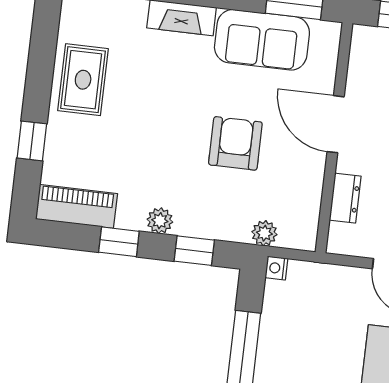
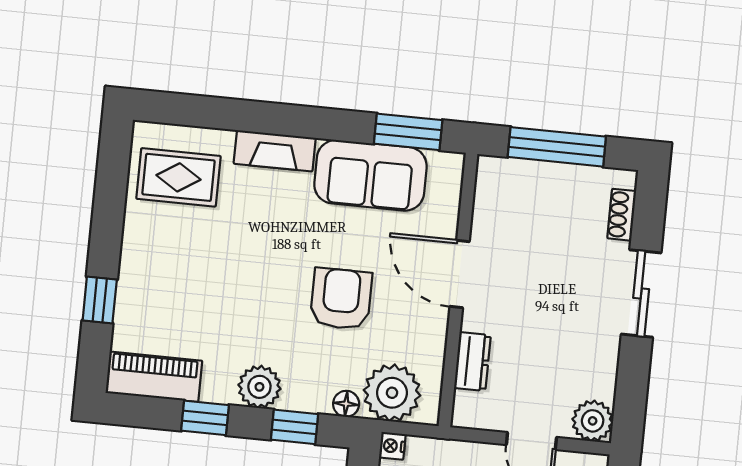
rug: (83, 80) -> (178, 177), moved, turned 90
plant: (160, 221) -> (259, 387), width x1.38, depth x1.38
floor lamp: (238, 232) -> (346, 404), added
plant: (264, 233) -> (392, 393), width x1.87, depth x1.87

